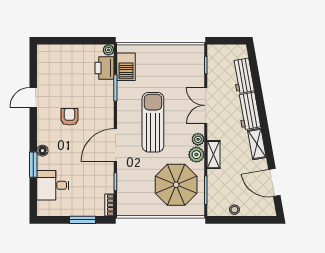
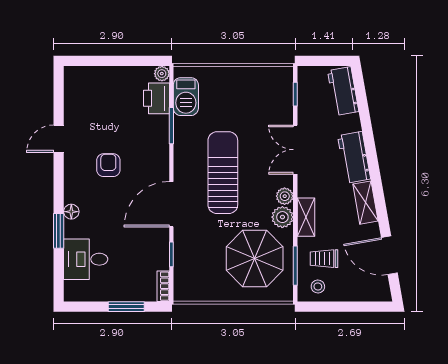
workbench: (243, 76) -> (343, 91), moved
trolley: (227, 185) -> (324, 259), added
stool: (234, 210) -> (318, 287), moved

